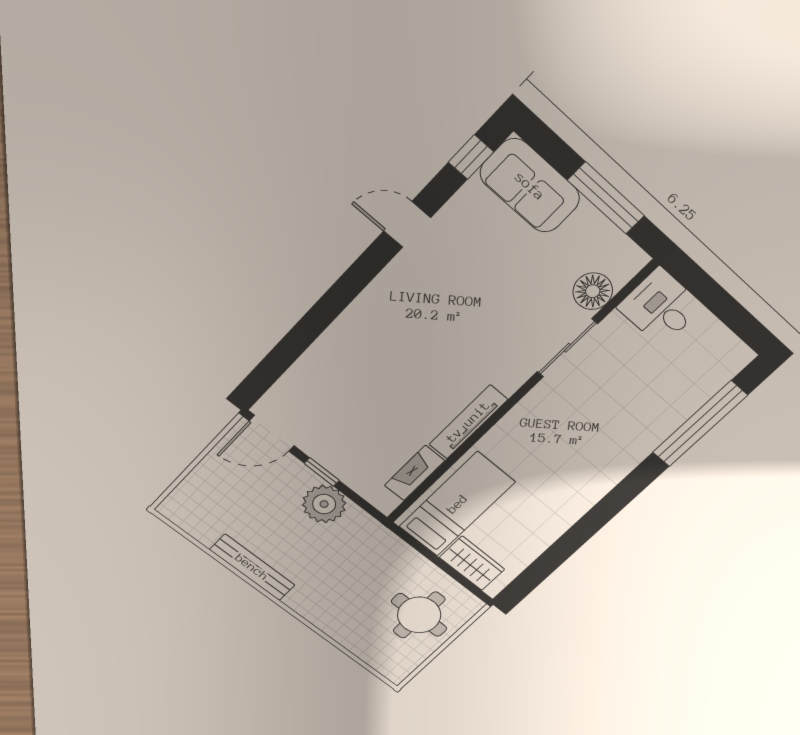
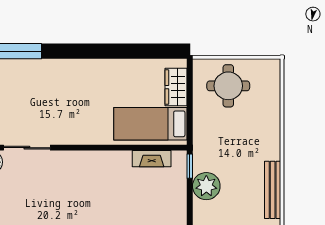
tv unit: (468, 422) -> (103, 158), removed
window: (322, 472) -> (190, 166), moved

